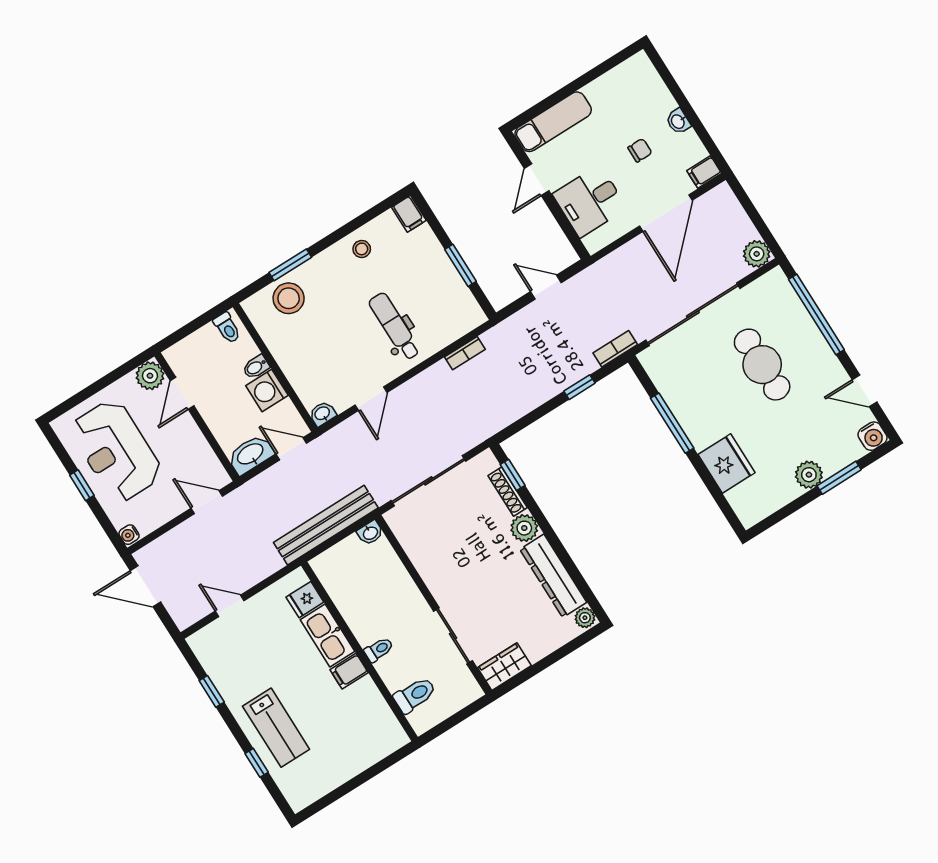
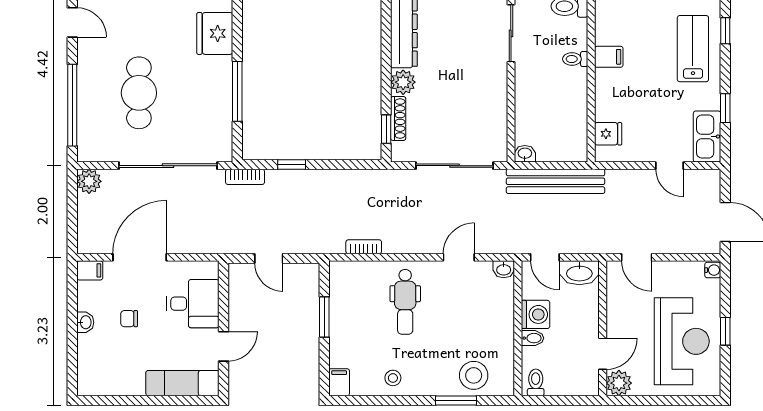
kitchen sink: (327, 636) -> (707, 136), moved, turned 180

